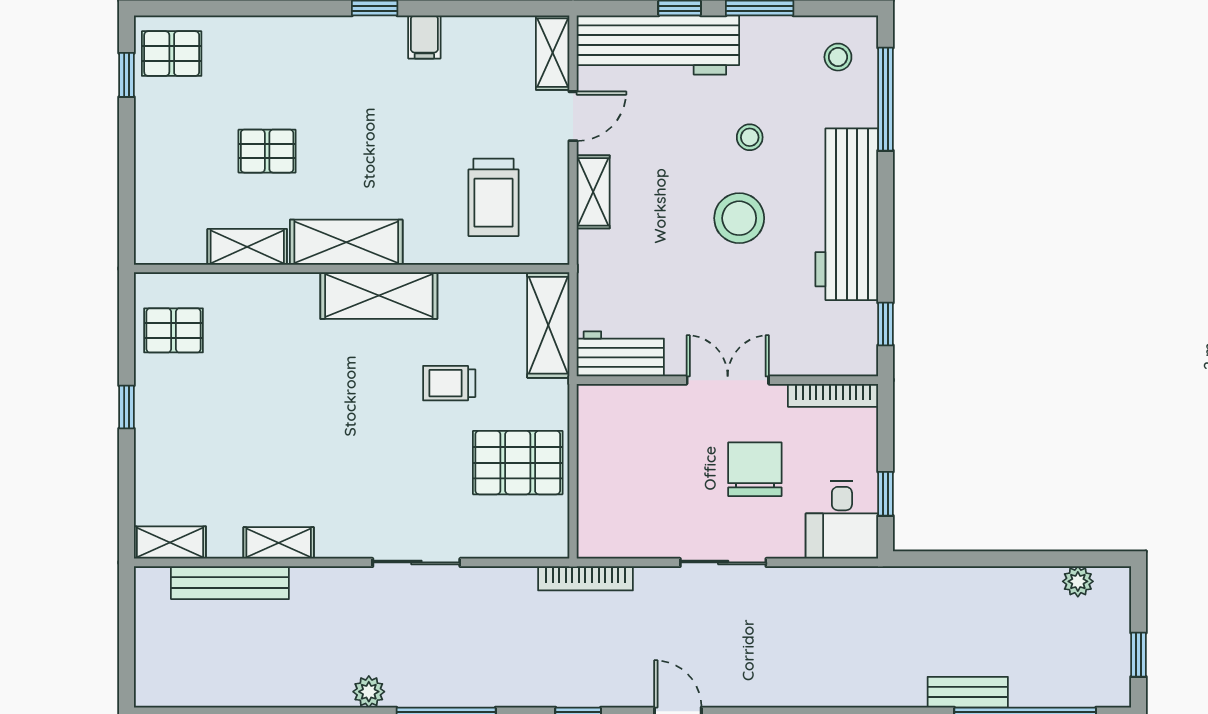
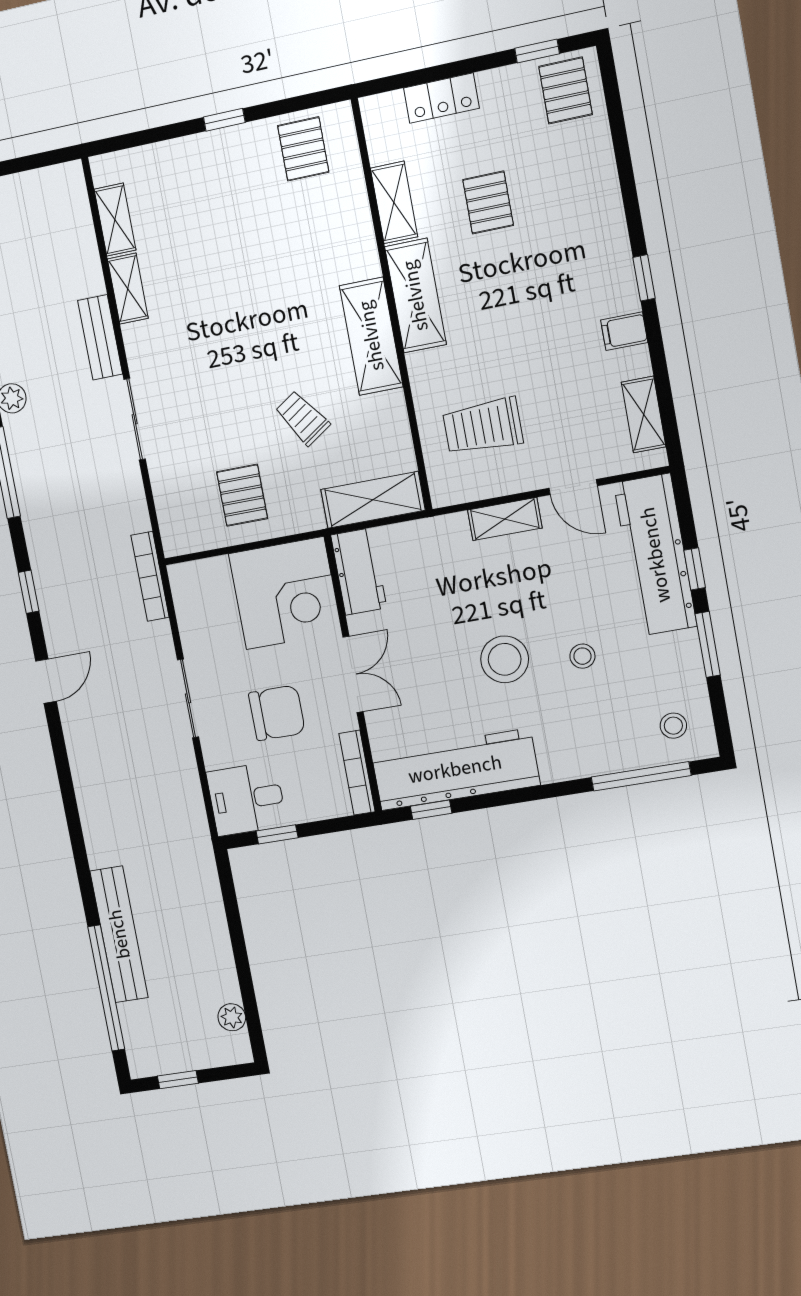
shelving: (553, 53) -> (644, 415), moved, turned 90
locker: (152, 179) -> (441, 98), added
workbench: (847, 214) -> (455, 769), moved
trolley: (449, 383) -> (302, 418), turned -34
corner desk: (629, 436) -> (285, 593), added
pallet: (518, 463) -> (242, 495), width x0.67, depth x0.71
shelving: (170, 542) -> (115, 220), moved
bench: (230, 583) -> (100, 337), moved, width x0.73
bench: (968, 692) -> (119, 934), width x1.86, depth x1.21

